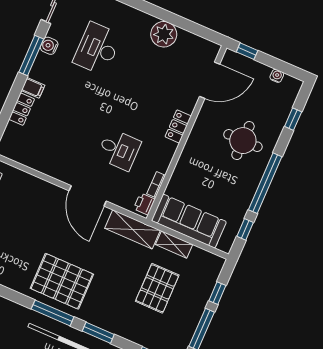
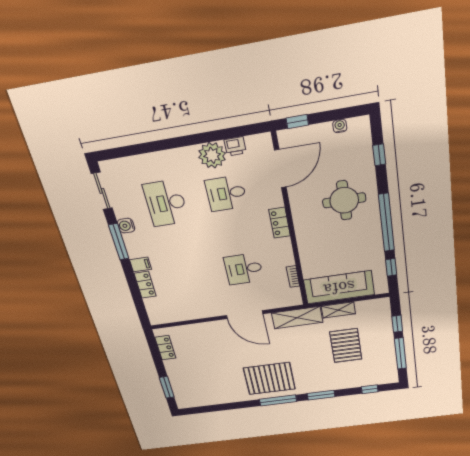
desk: (152, 72) -> (226, 193), added
desk: (119, 150) -> (244, 269), turned 180
printer: (144, 204) -> (235, 146), moved, turned -90

